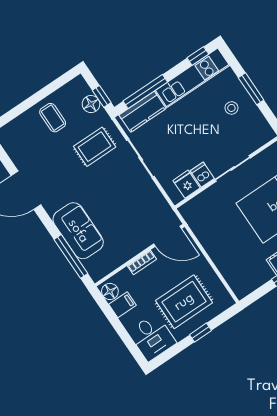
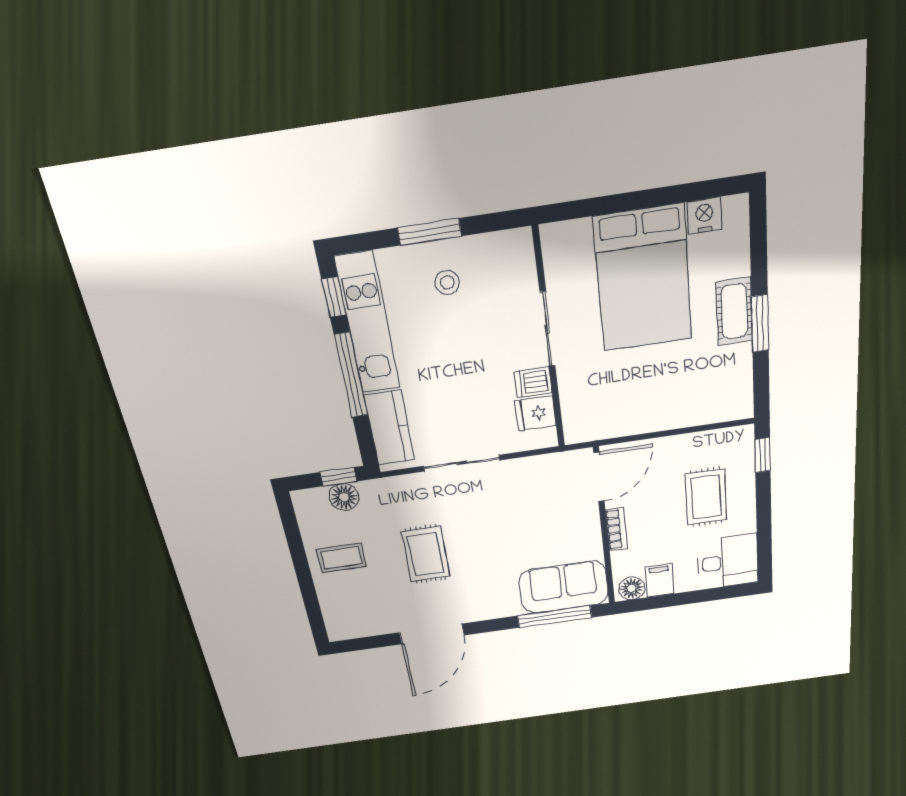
window: (145, 92) -> (351, 375), moved
rug: (95, 147) -> (426, 554), moved
sofa: (78, 231) -> (564, 587), moved
rug: (184, 302) -> (706, 497), width x0.73, depth x0.70
window: (201, 333) -> (763, 455), moved

